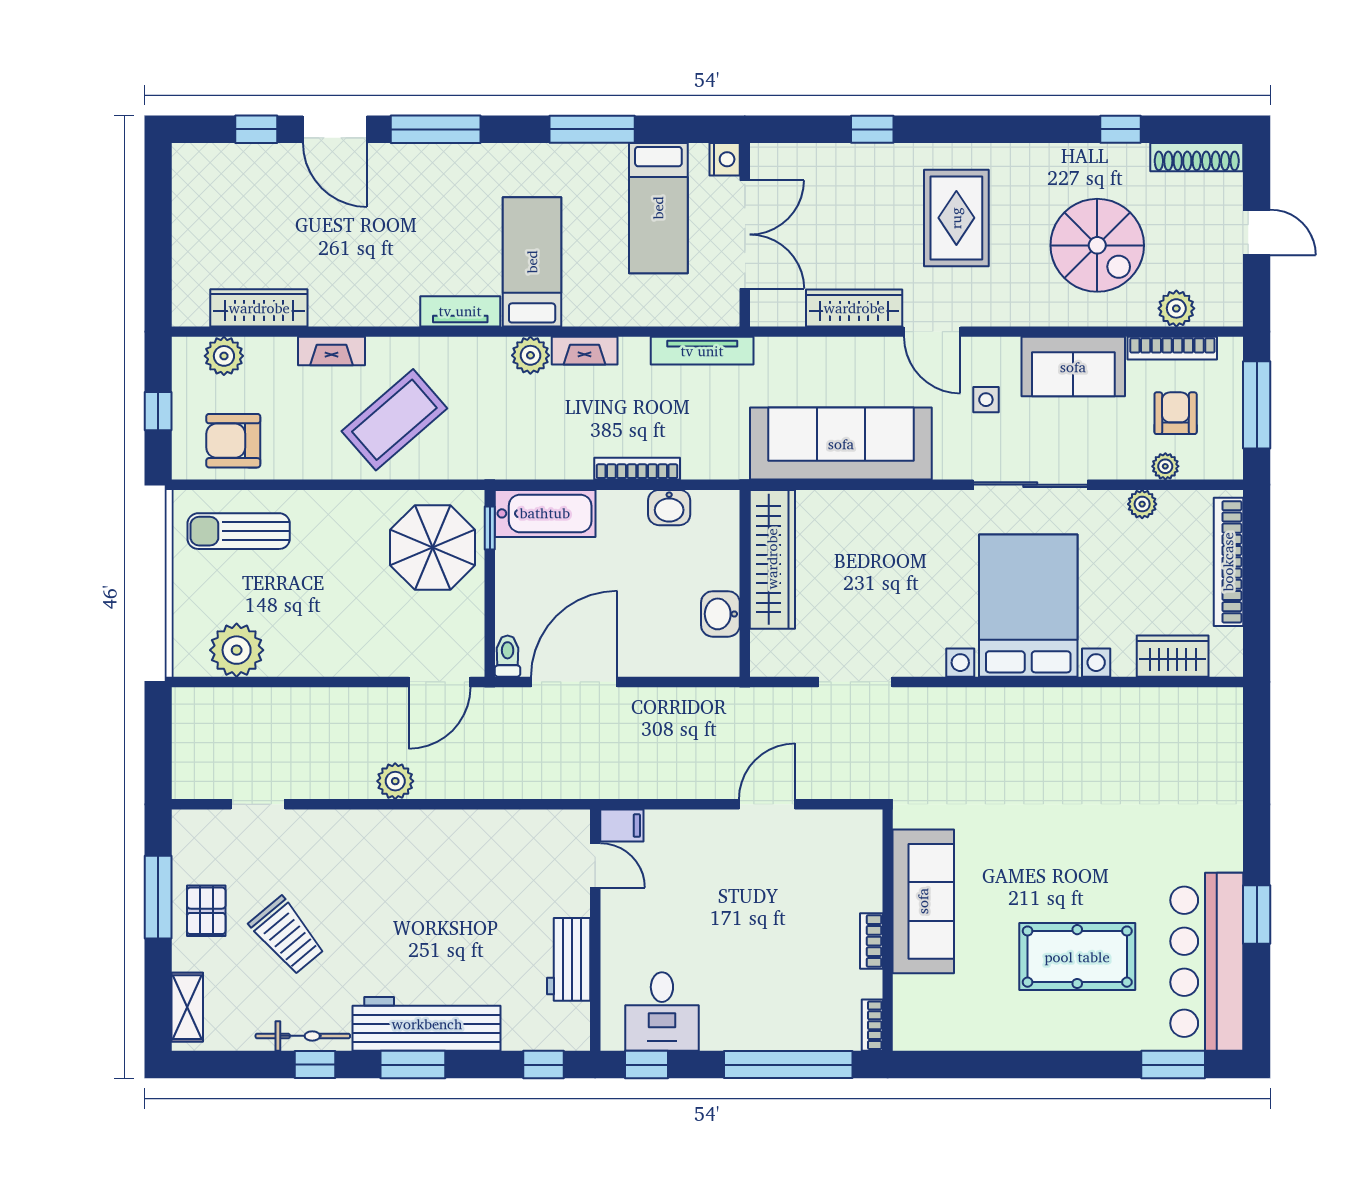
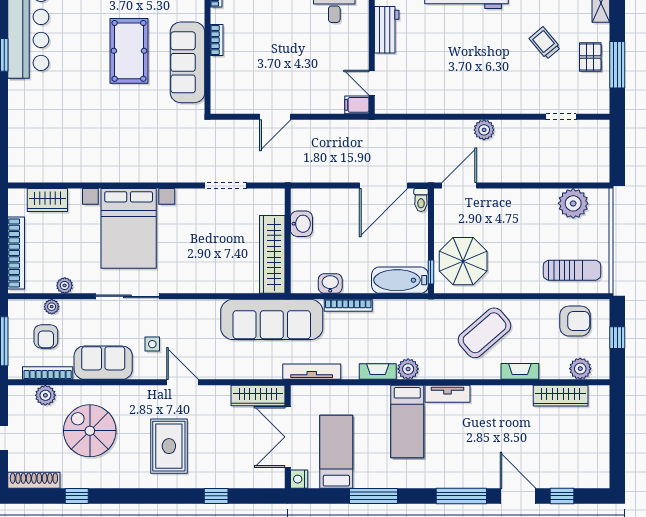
wardrobe: (854, 308) -> (258, 396), moved
sofa: (841, 444) -> (272, 319), moved
trolley: (287, 936) -> (545, 43), width x0.73, depth x0.72
pool table: (1077, 957) -> (129, 51), moved, turned 90

